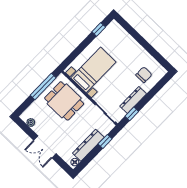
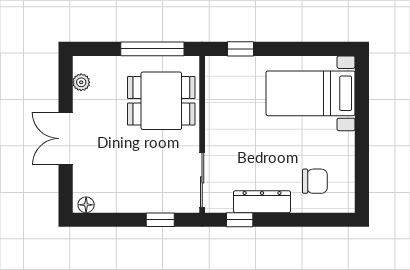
window: (99, 29) -> (240, 49), moved
bed with nightstands: (93, 70) -> (311, 93), moved, turned 180
dining table: (64, 101) -> (161, 101), turned 90
dresser: (88, 145) -> (131, 200), removed

